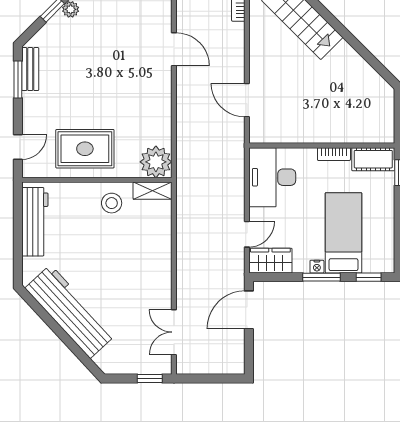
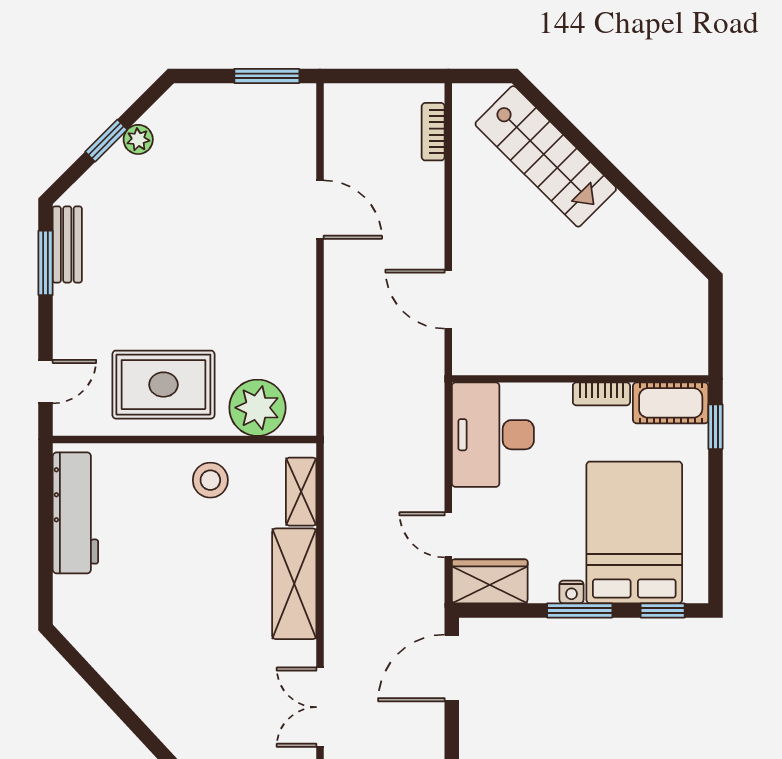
plant: (156, 162) -> (257, 408), moved
shelving: (153, 191) -> (301, 492), moved, turned 90
bed: (344, 233) -> (634, 532), width x1.50
door: (247, 234) -> (448, 535), swing flipped
shelving: (159, 262) -> (294, 584), added
workbench: (70, 312) -> (138, 671), removed

